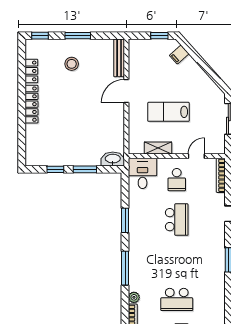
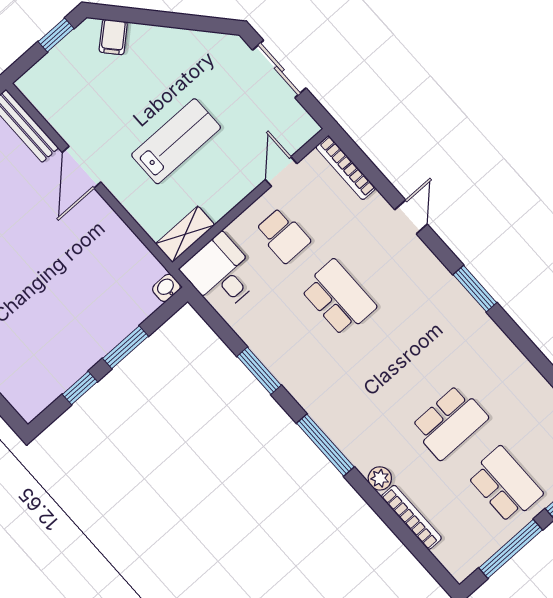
lab bench: (168, 112) -> (176, 141), turned 180
shelving: (158, 148) -> (185, 234), moved
washbasin: (113, 159) -> (166, 288), width x0.52, depth x0.69

